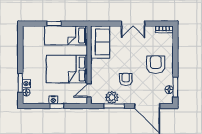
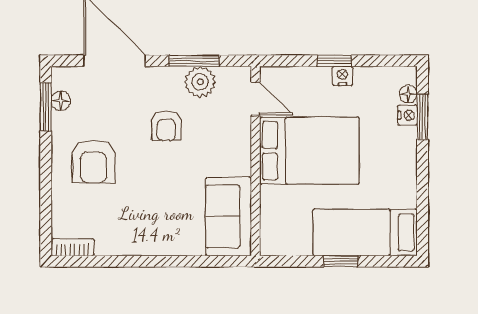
double door: (133, 24) -> (149, 261), removed
bed: (66, 35) -> (365, 232), moved, turned 180
door: (89, 90) -> (256, 99), hinge flipped

